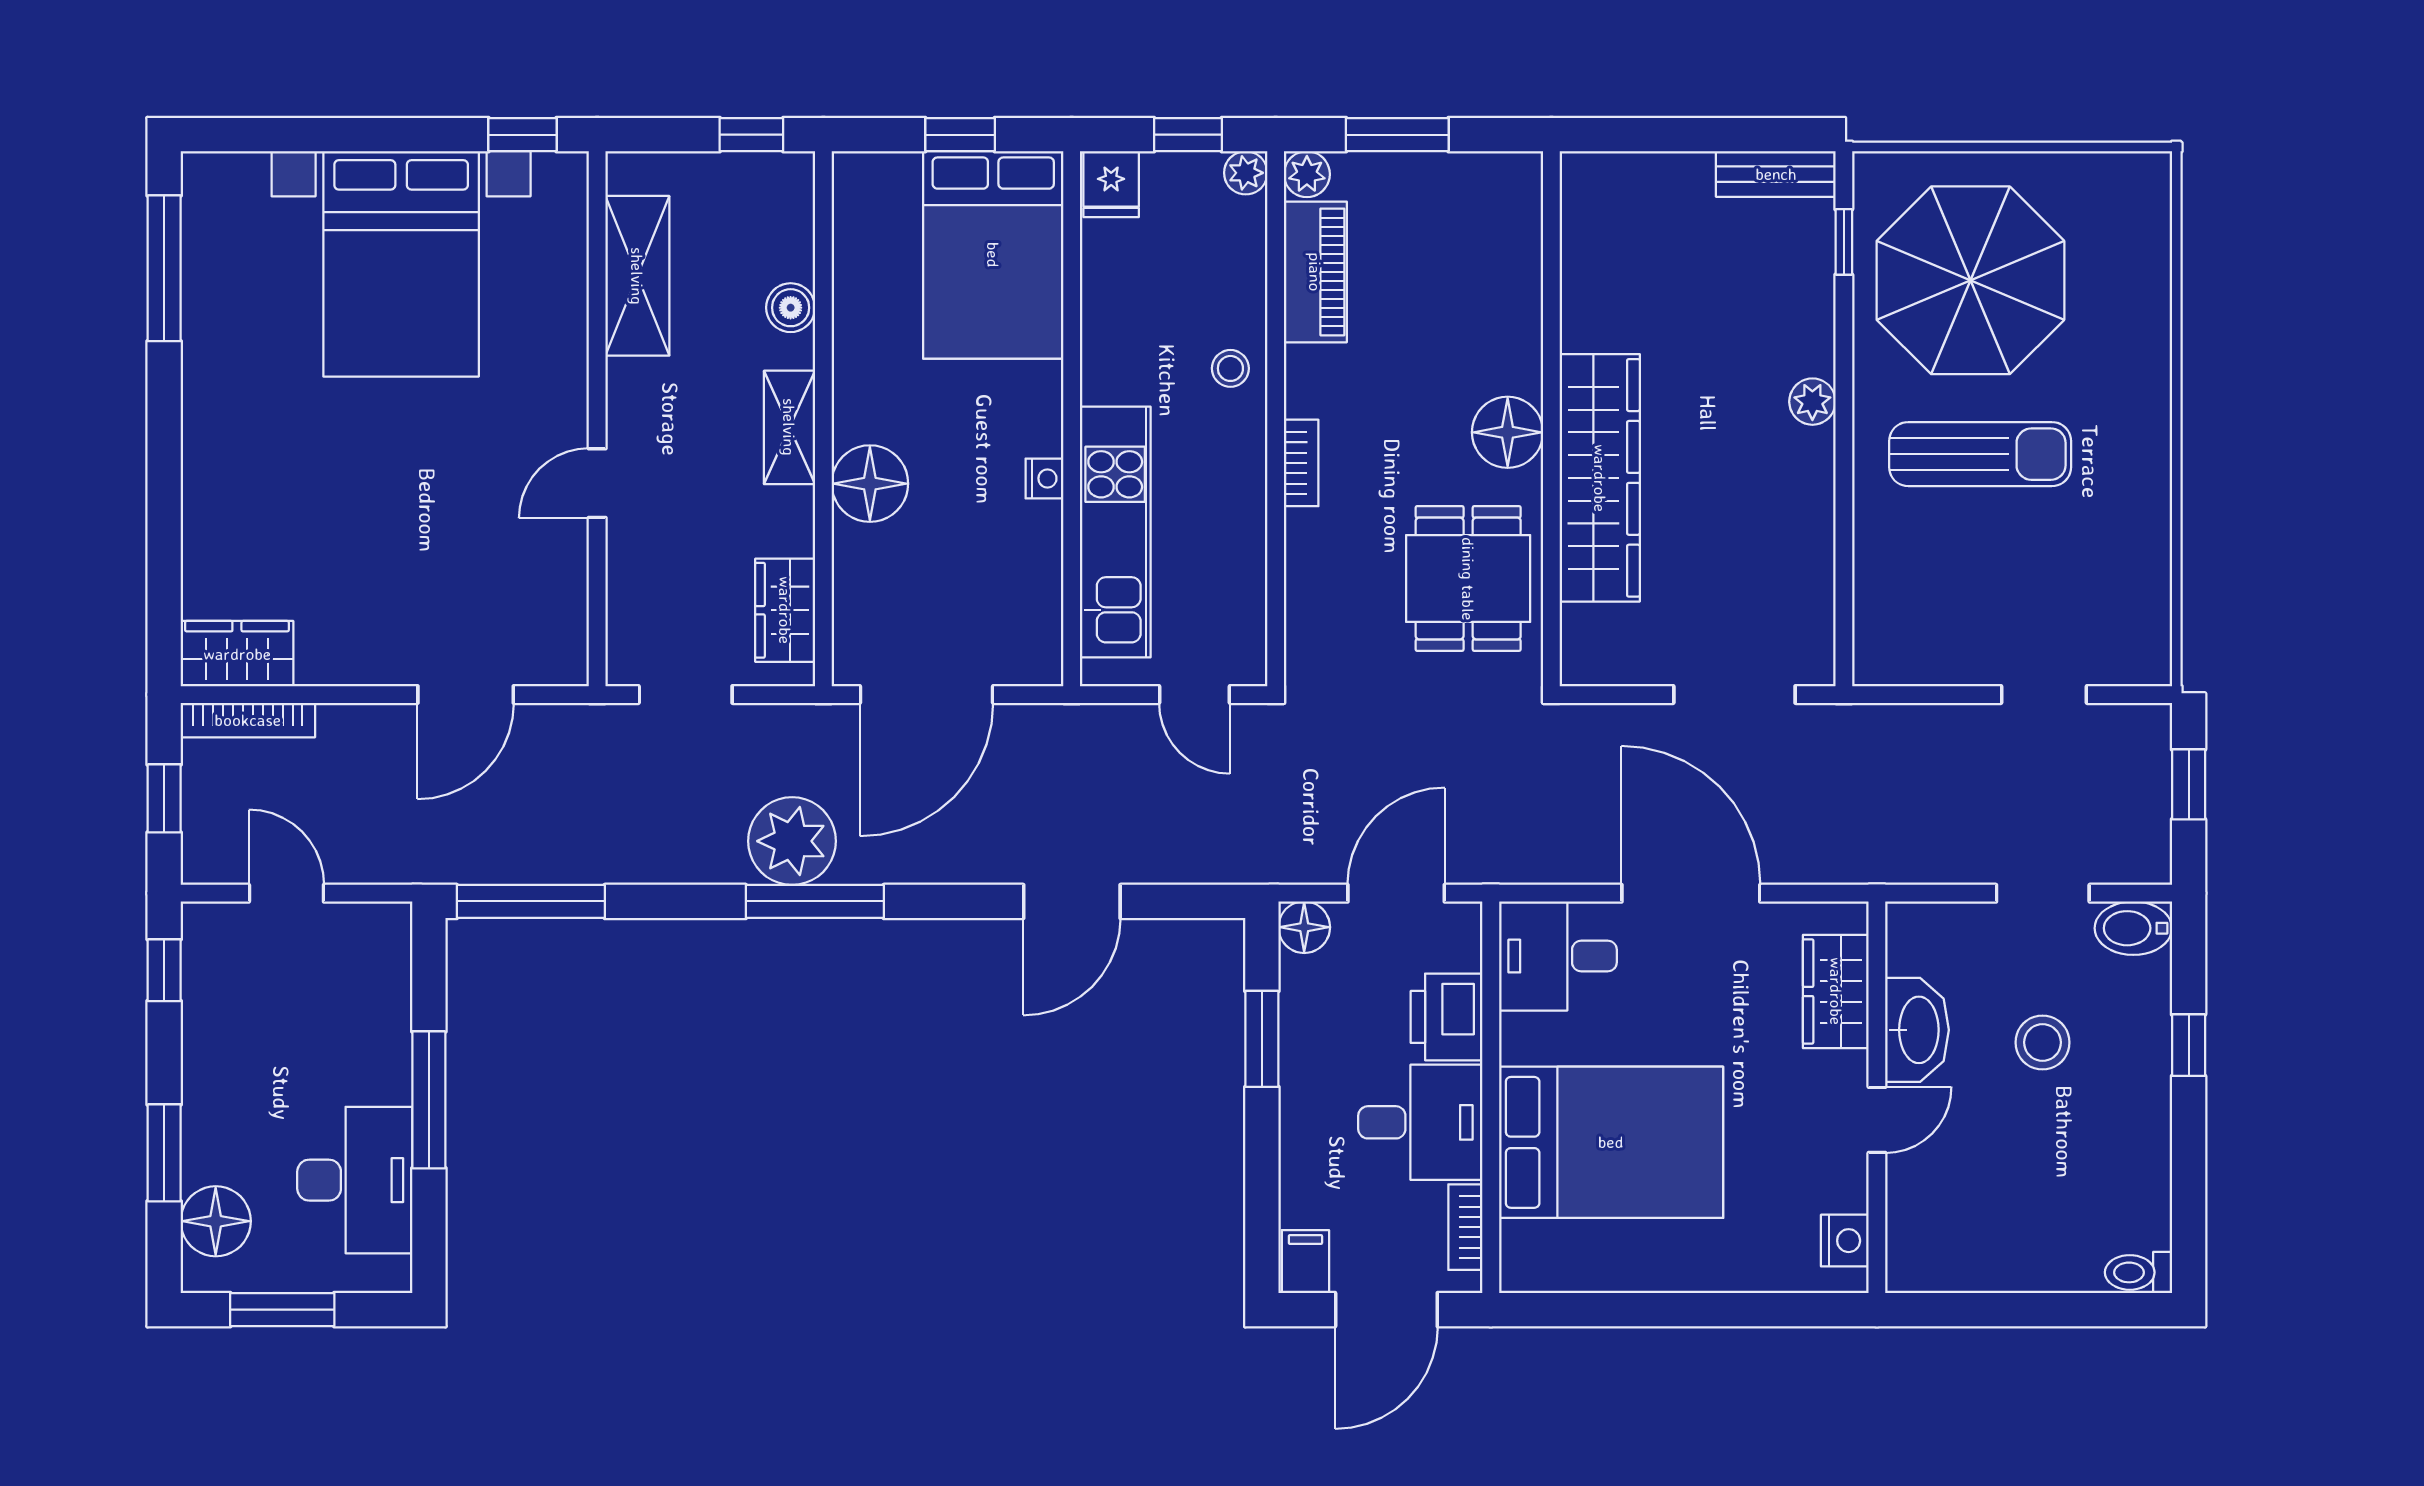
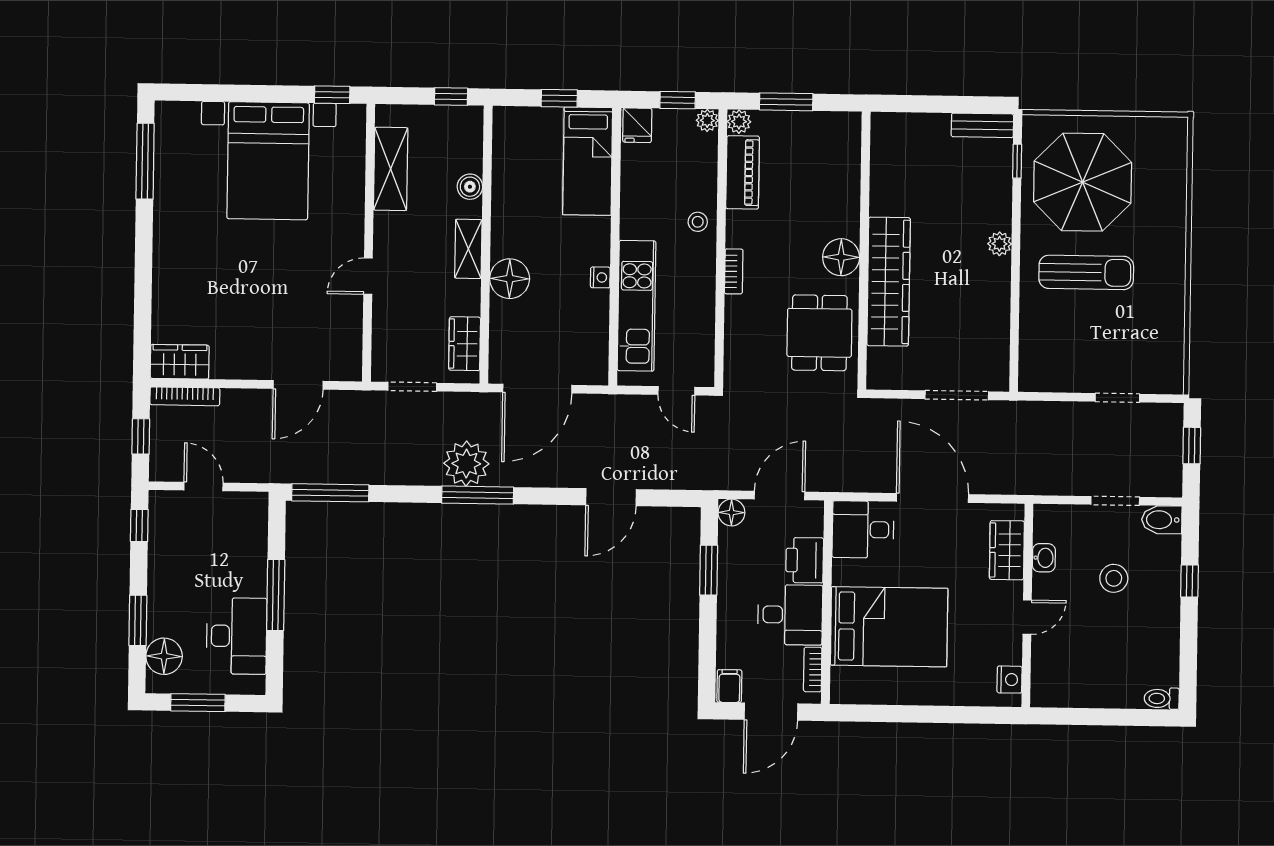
bed: (993, 255) -> (588, 161), width x0.67
washbasin: (1917, 1030) -> (1044, 558), width x0.52, depth x0.69

